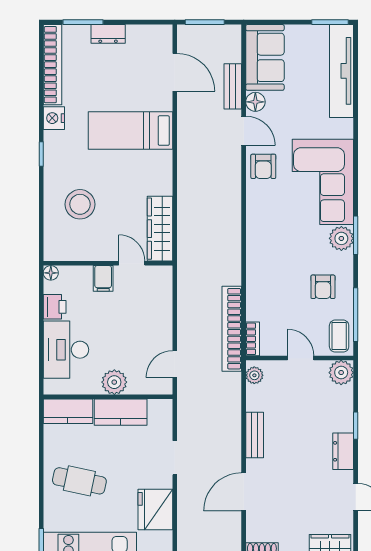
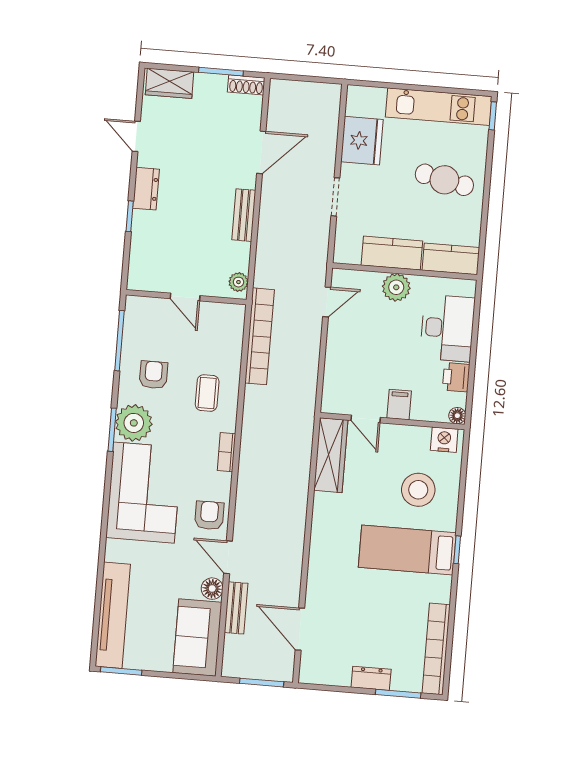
nightstand: (54, 118) -> (444, 440), moved, turned -90
bed: (131, 131) -> (407, 550), moved, turned 180
plant: (341, 238) -> (134, 423), width x1.36, depth x1.36
coffee table: (339, 336) -> (207, 393), moved
bookcase: (253, 339) -> (227, 452), moved
plant: (341, 373) -> (141, 277), removed

